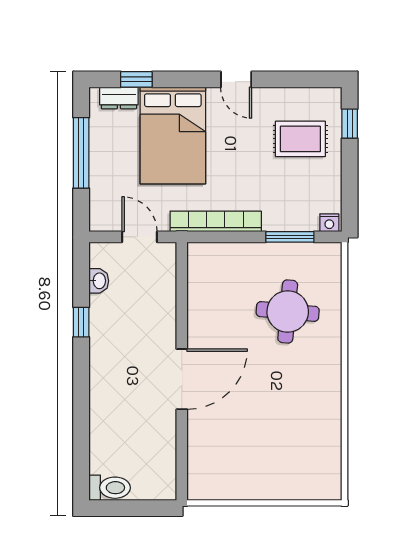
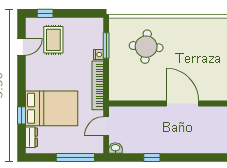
window: (136, 79) -> (21, 115), moved
door: (236, 79) -> (21, 47), moved
window: (81, 153) -> (75, 158), moved
nightstand: (329, 223) -> (98, 55), moved
washbasin: (99, 281) -> (115, 148), moved

